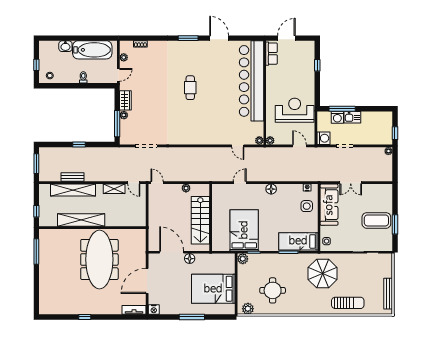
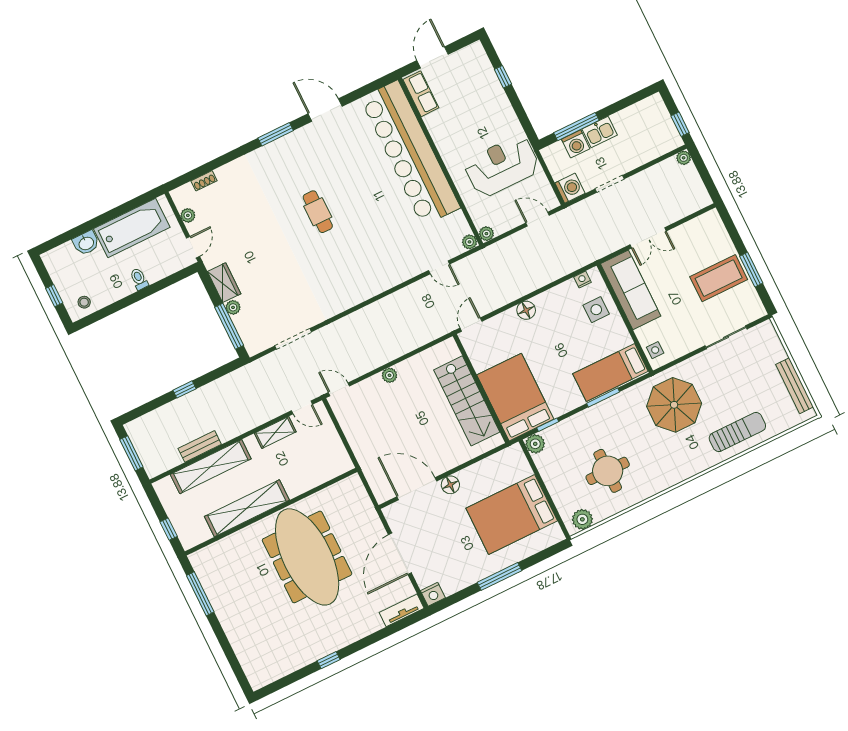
wall: (211, 217) -> (481, 389), moved
stairs: (200, 220) -> (467, 401), moved

